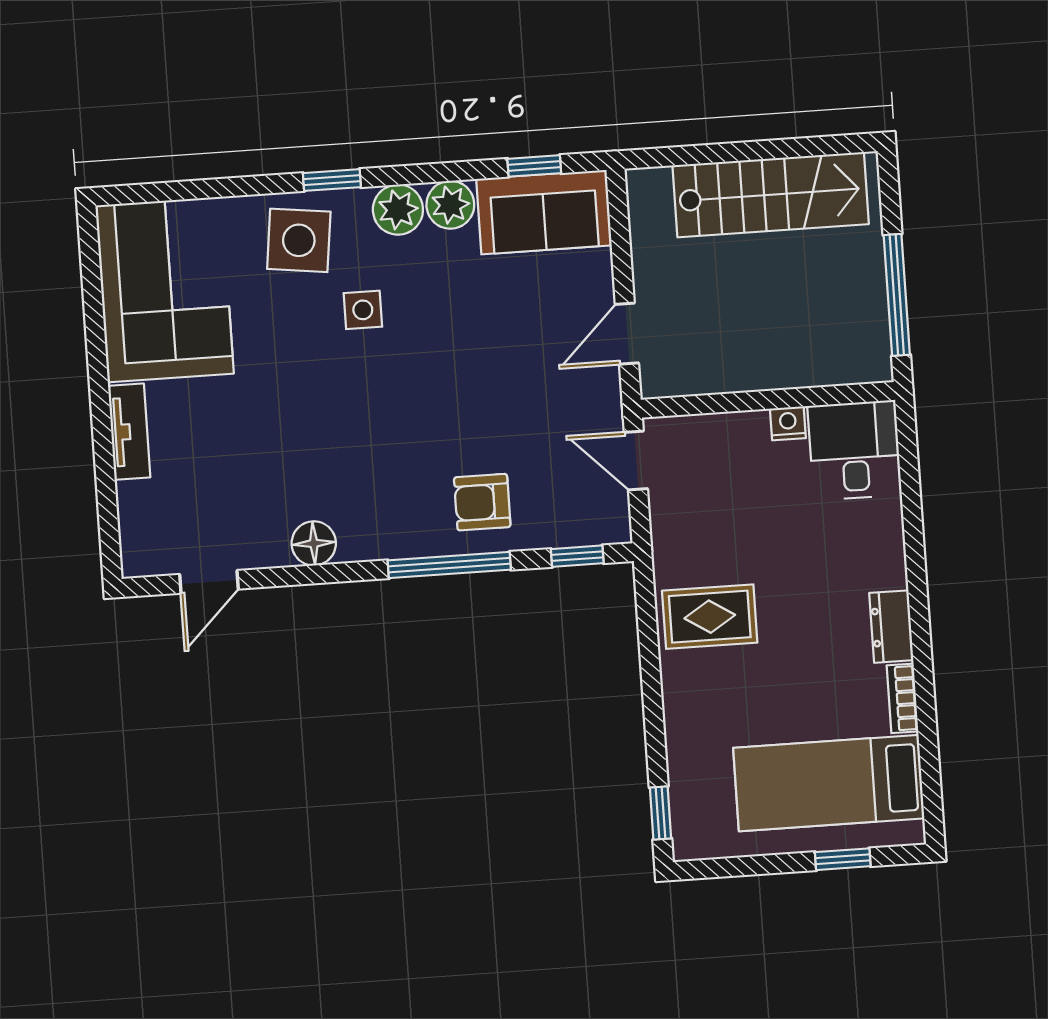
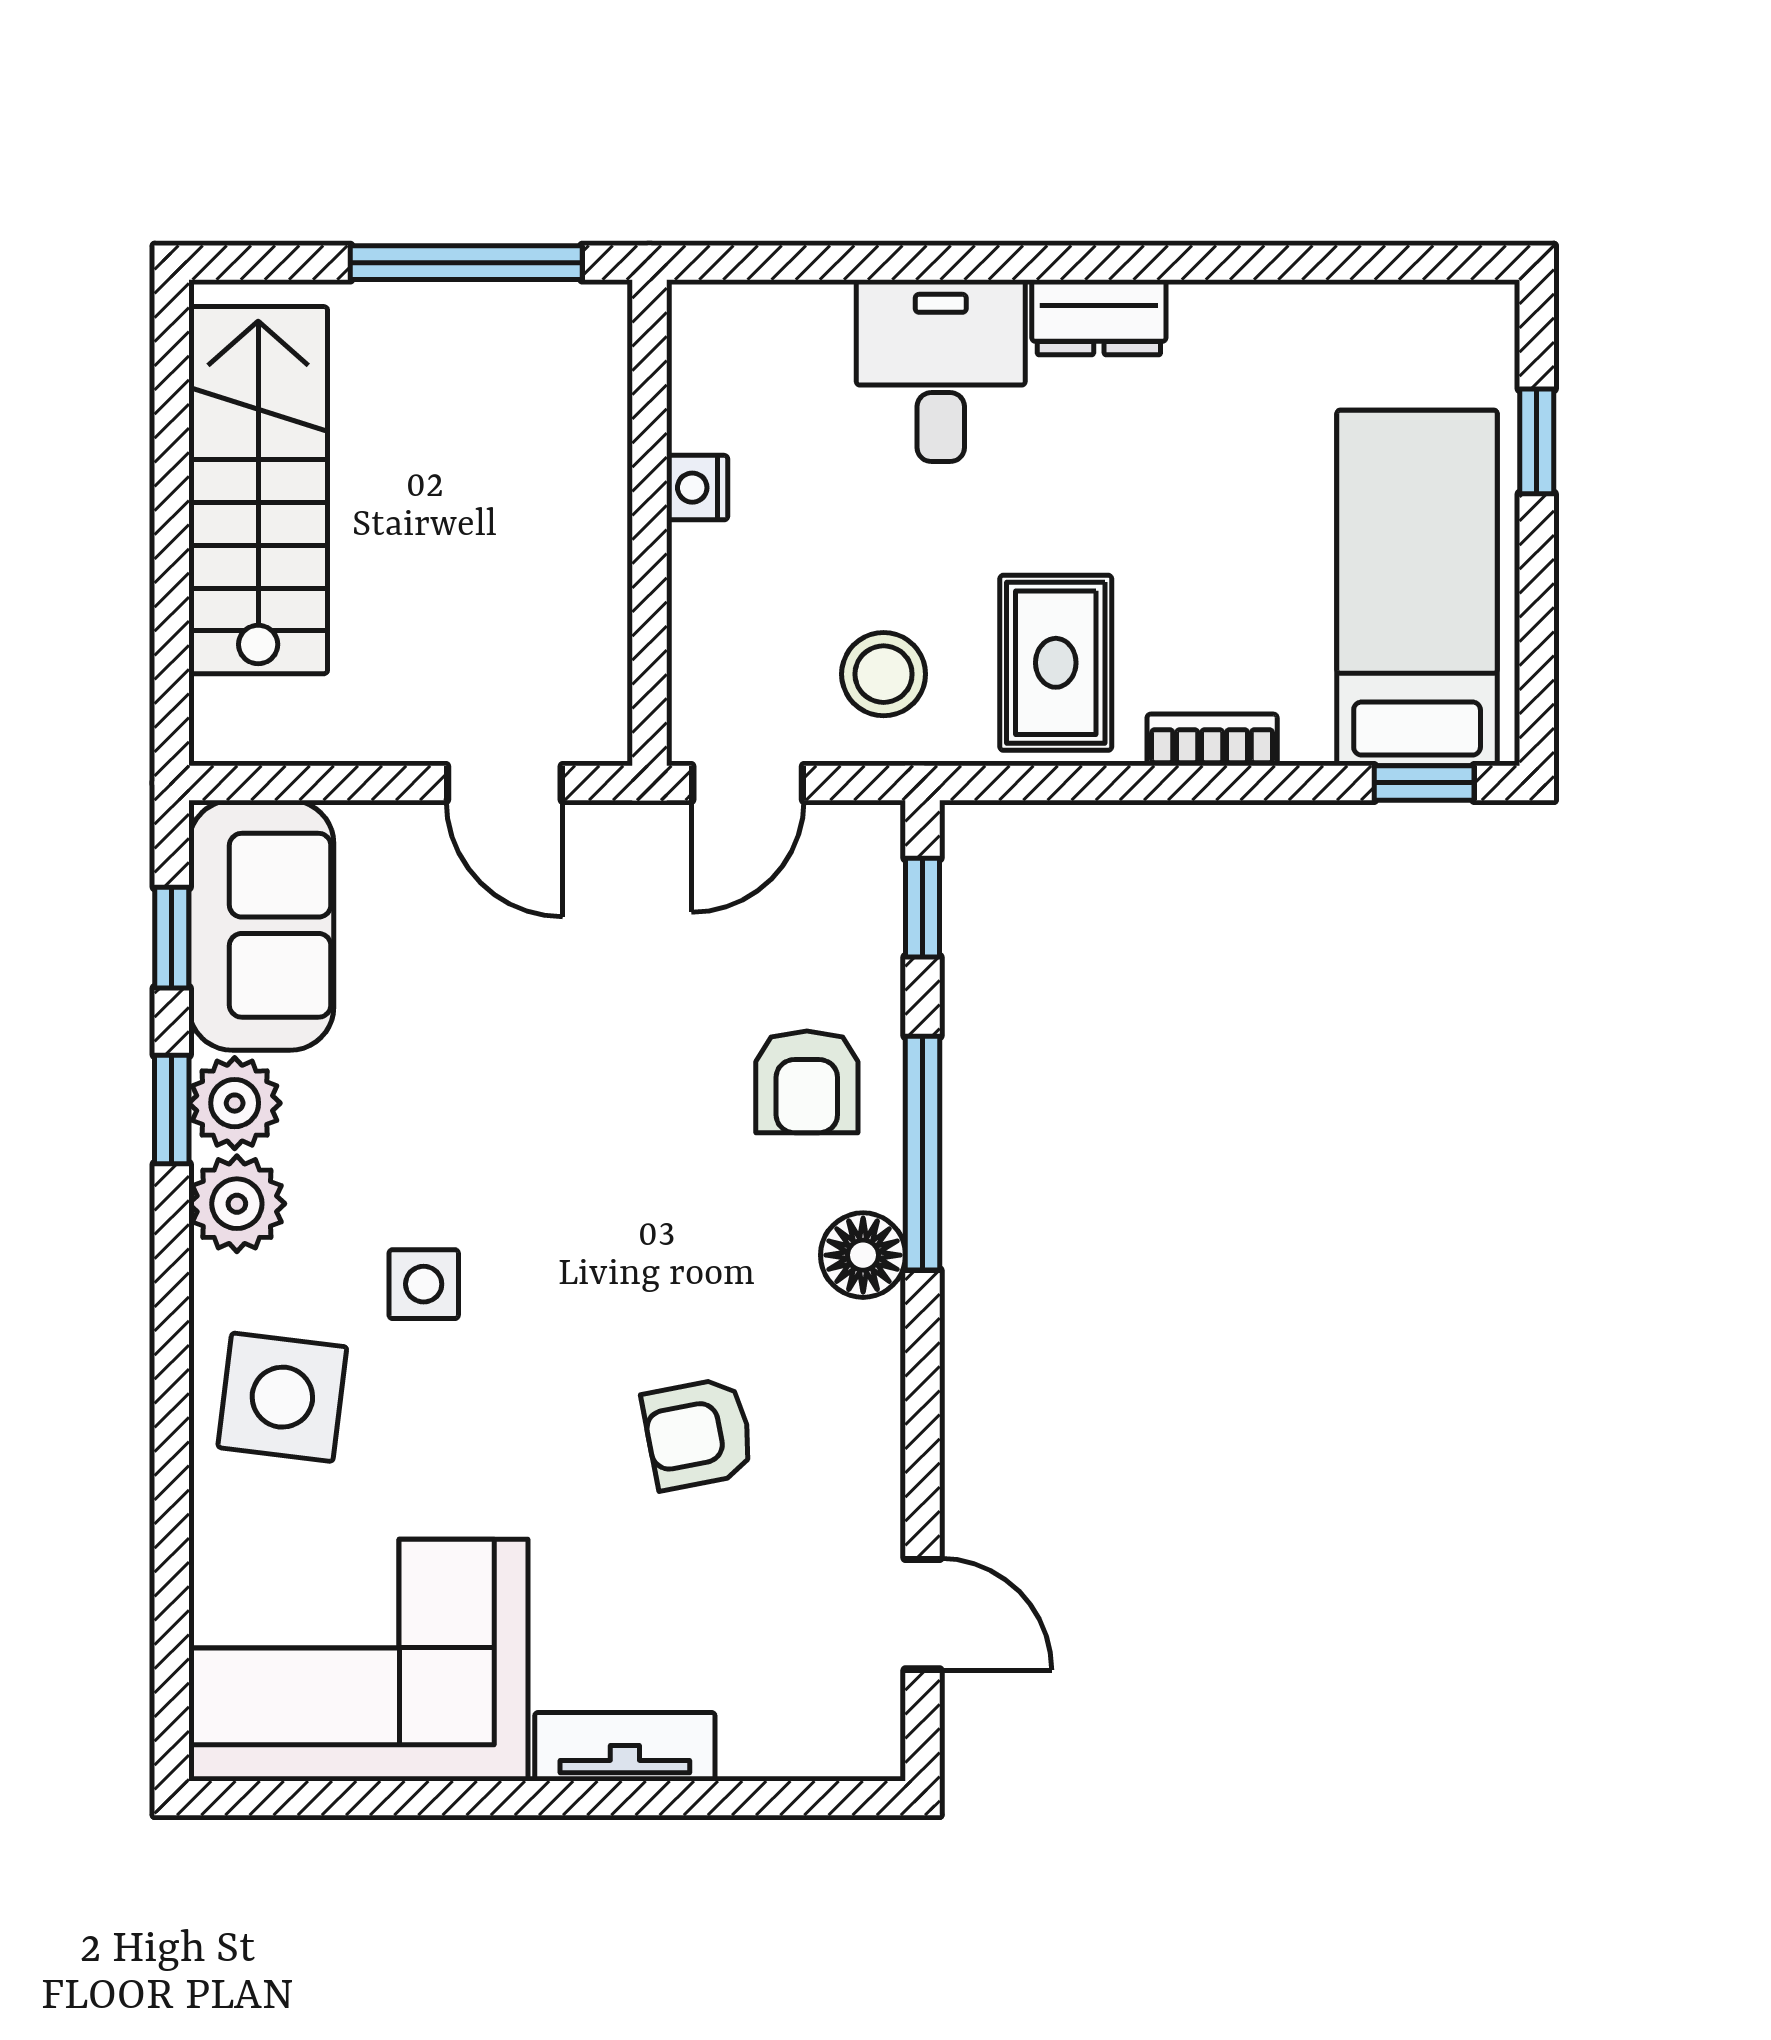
window: (332, 180) -> (172, 1110), moved
desk: (855, 450) -> (941, 371), moved, turned 90
armchair: (295, 458) -> (698, 1434), added
stool: (698, 527) -> (884, 674), added
floor lamp: (314, 543) -> (863, 1255), moved
bookcase: (902, 698) -> (1212, 740), moved, turned 180
bed: (829, 783) -> (1417, 588), moved, turned 180

